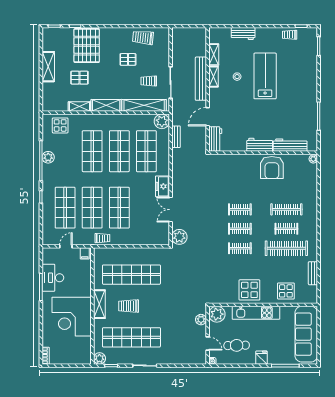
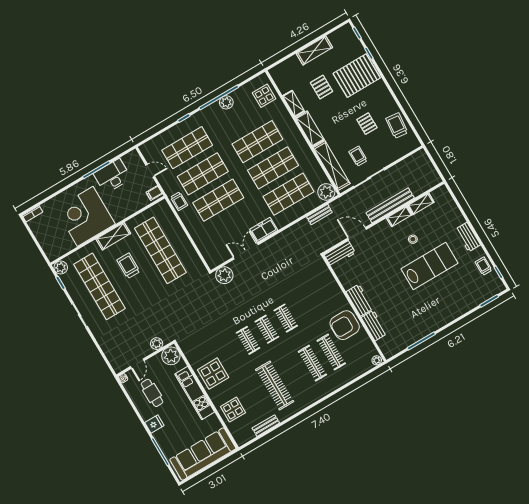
workbench: (243, 34) -> (468, 237), moved
workbench: (290, 145) -> (374, 326), width x0.73
clothes rail: (286, 229) -> (331, 352), moved, width x1.36

